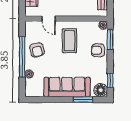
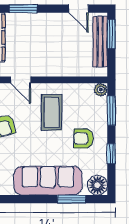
armchair: (98, 50) -> (83, 138), moved
window: (110, 81) -> (111, 154), moved

